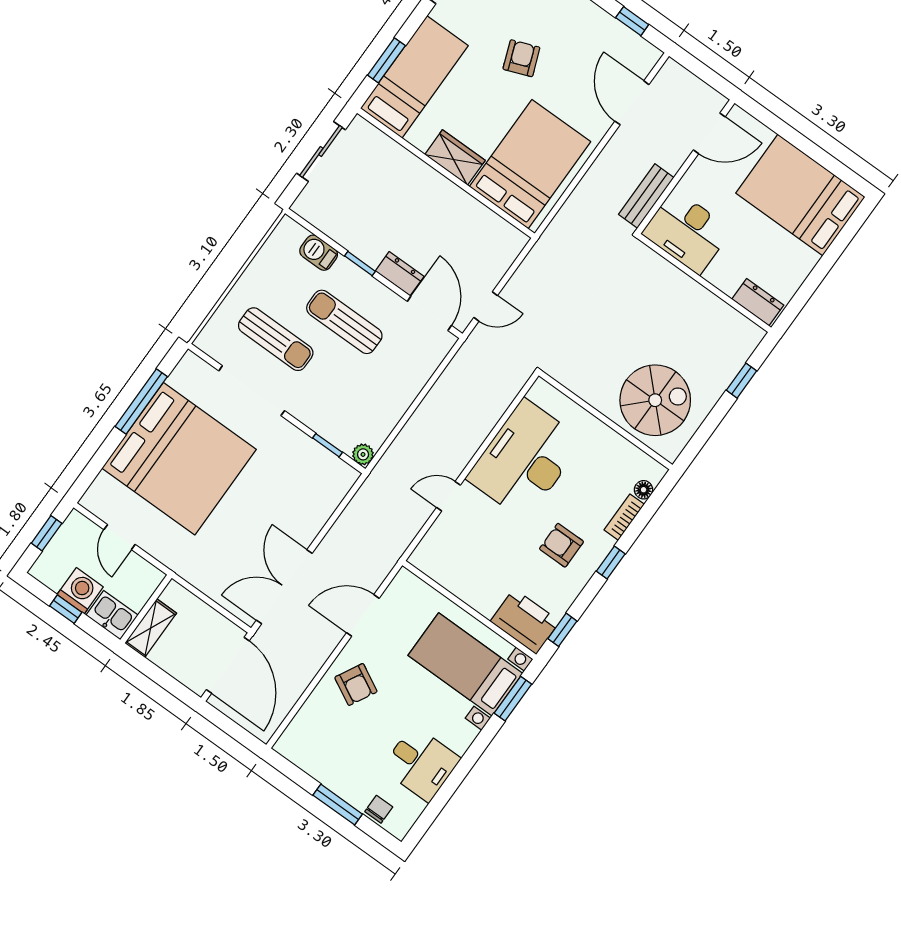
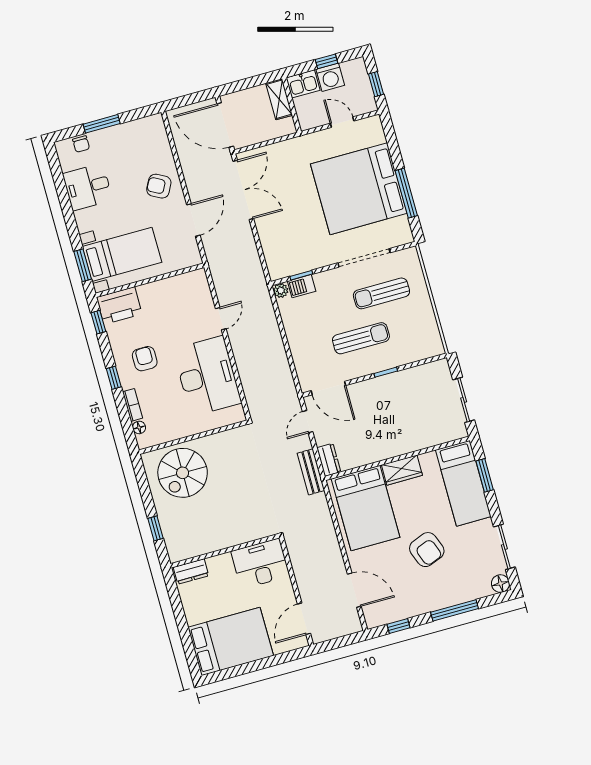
armchair: (521, 58) -> (427, 550), width x1.38, depth x1.38
bench: (646, 196) -> (311, 472), moved
barbecue: (319, 253) -> (302, 286), moved, turned 180
dresser: (400, 274) -> (329, 460), moved, turned -90
armchair: (561, 545) -> (145, 359), turned -90

